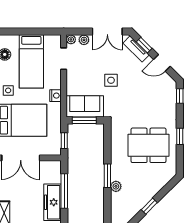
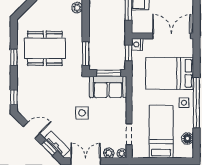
nightstand: (55, 96) -> (137, 44), moved
window: (107, 176) -> (86, 53), moved

